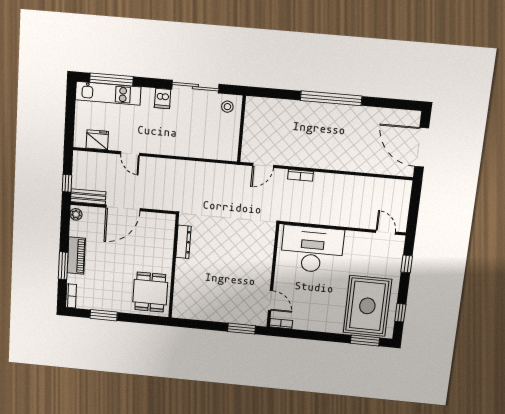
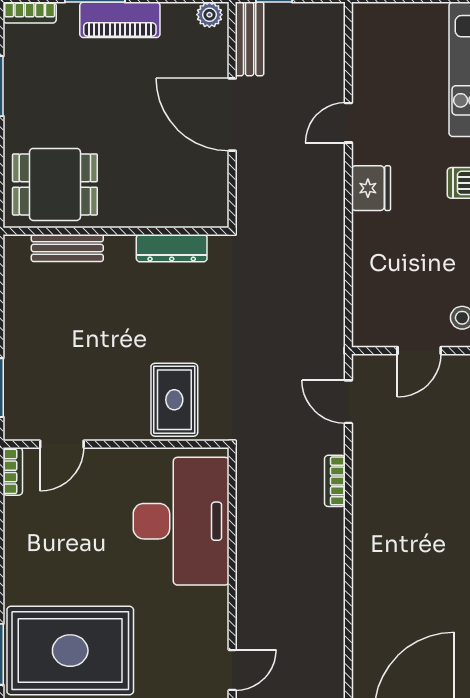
door: (241, 129) -> (419, 351), added
fridge: (97, 140) -> (371, 188), moved
rug: (255, 247) -> (174, 400), added
bench: (180, 289) -> (67, 248), added

